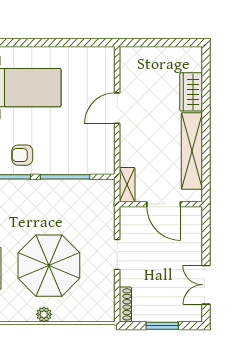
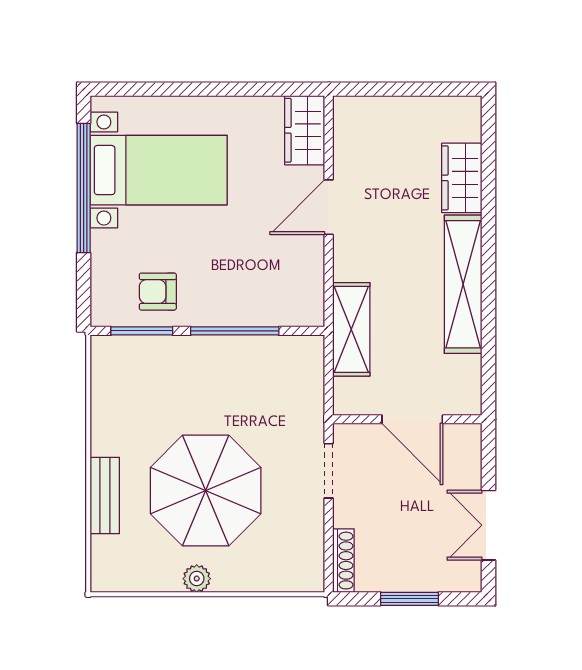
wardrobe: (104, 65) -> (305, 130), added
shelving: (127, 185) -> (351, 329), width x1.50, depth x1.33
wall: (161, 204) -> (407, 419), moved
door: (164, 204) -> (412, 419), moved

